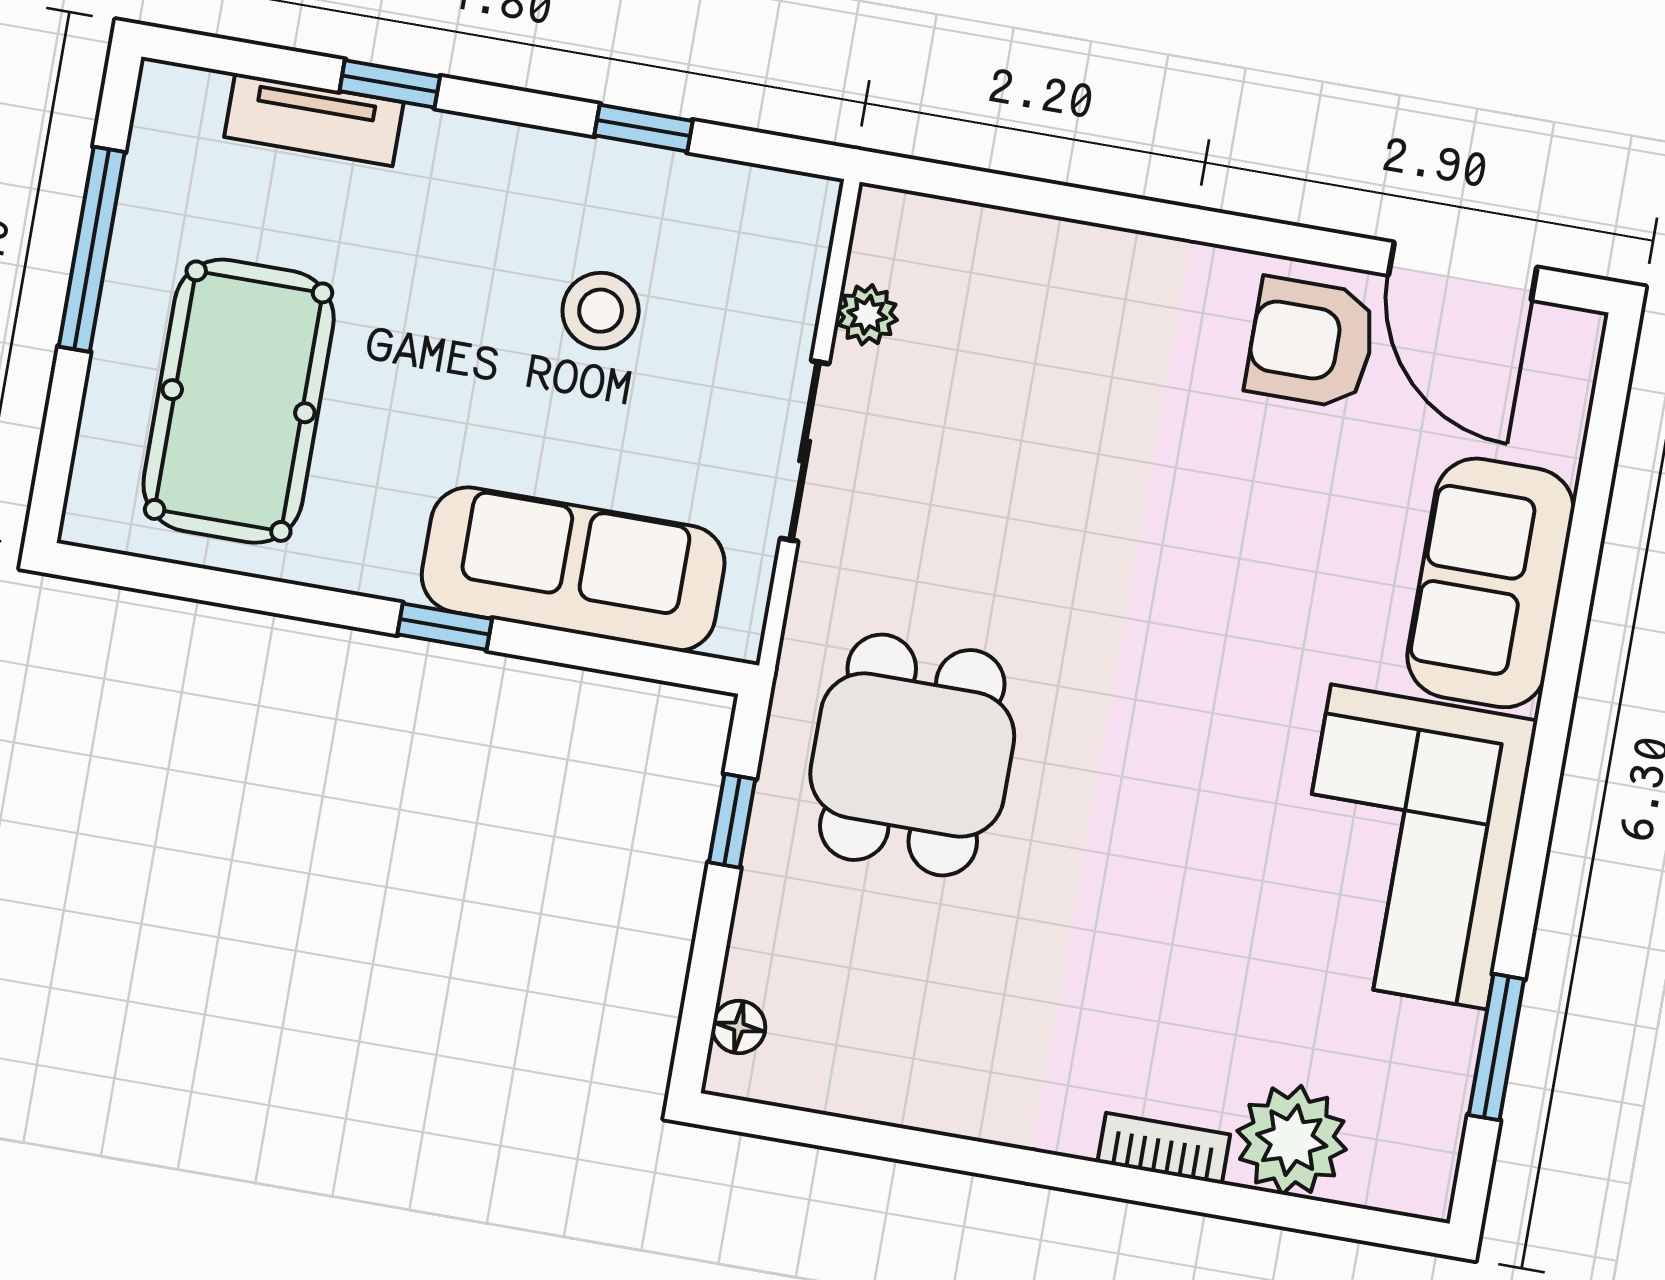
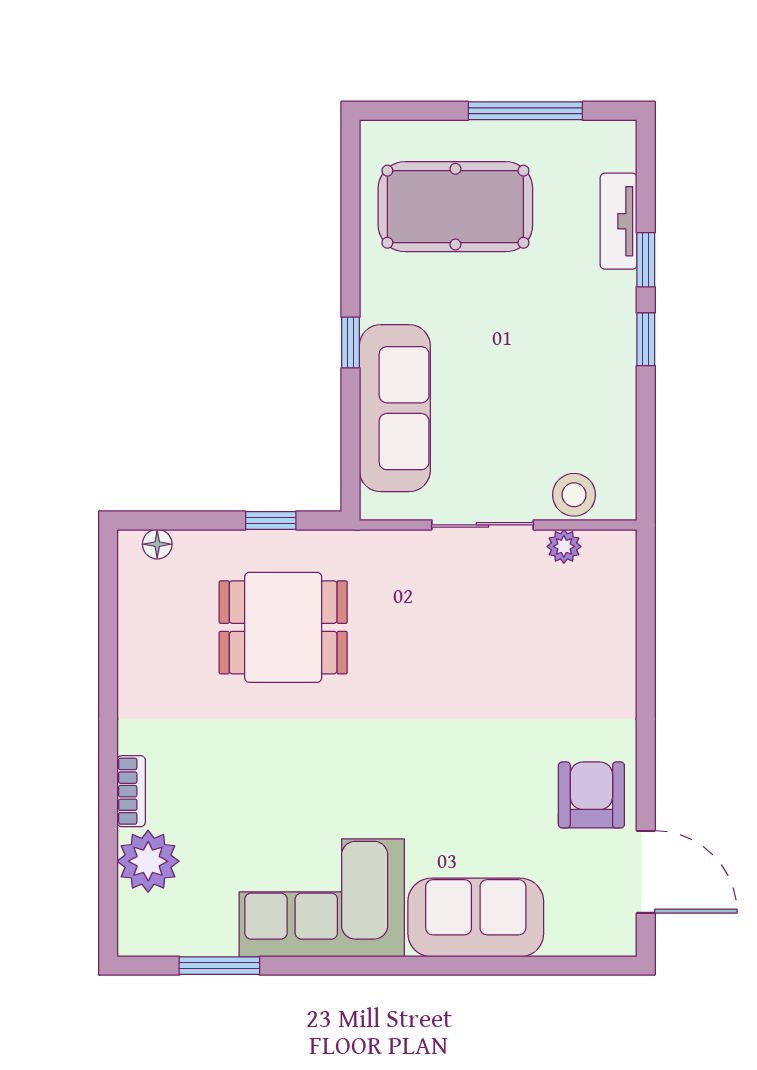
window: (643, 128) -> (646, 339), moved
door: (1463, 271) -> (646, 872), swing flipped
stool: (601, 311) -> (574, 495), moved
dining table: (912, 755) -> (283, 627), moved

